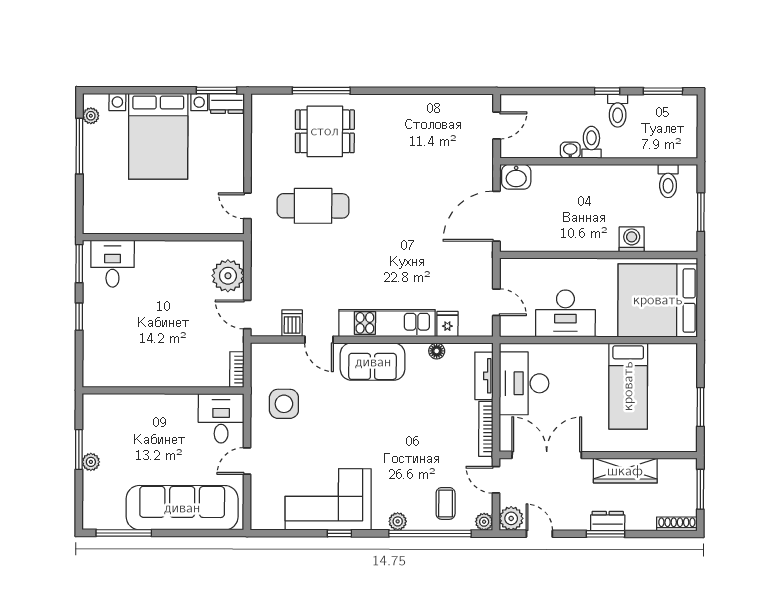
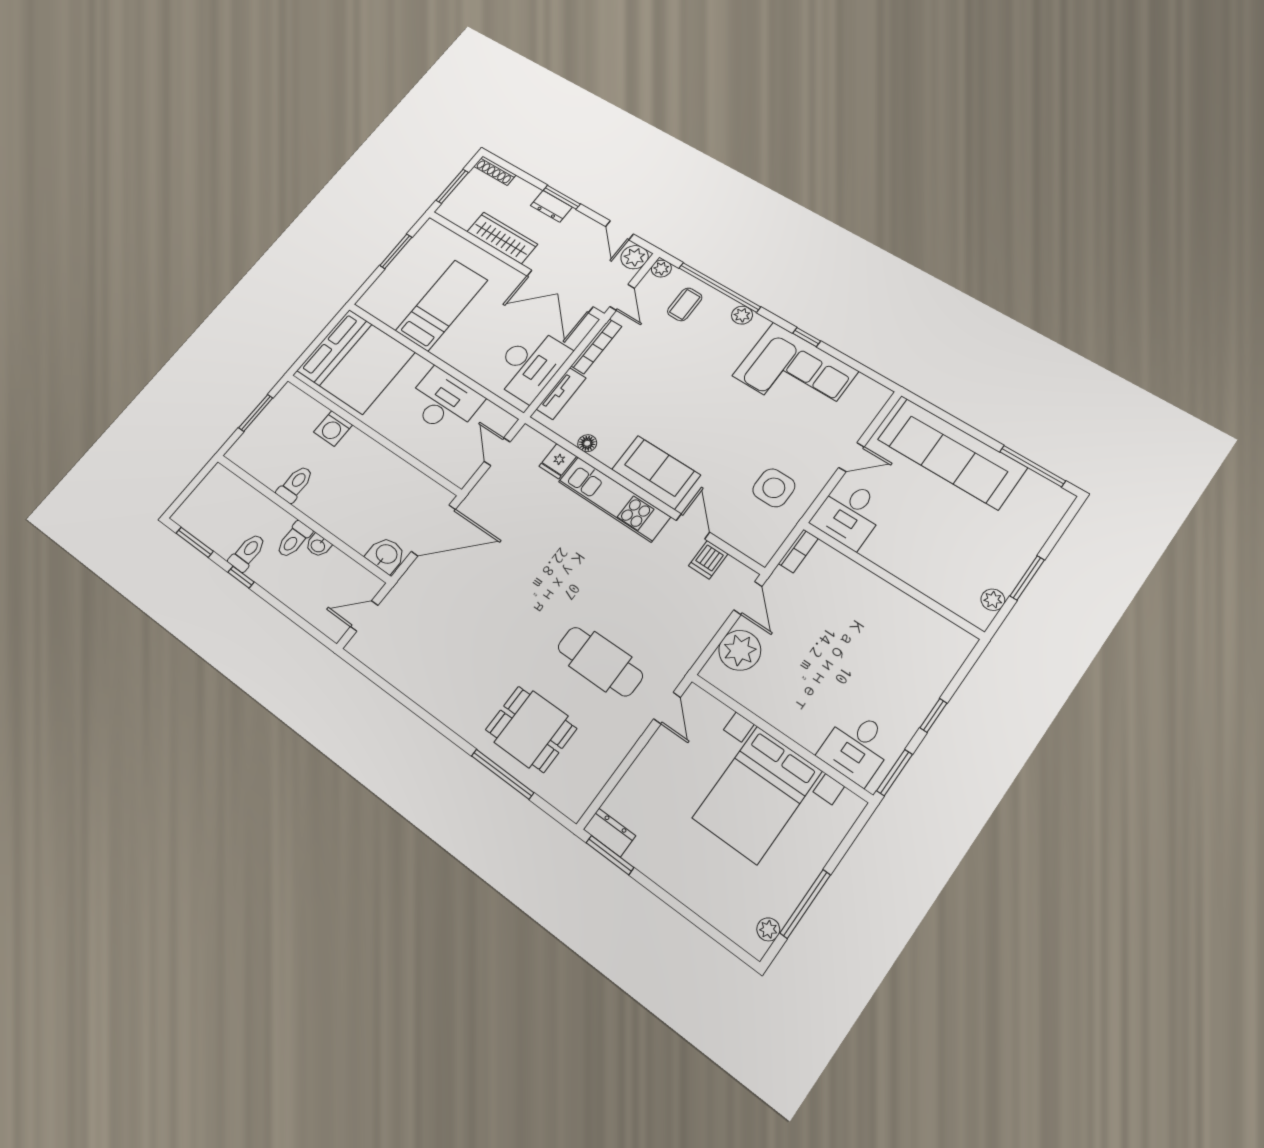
bed with nightstands: (158, 136) -> (757, 795), moved, turned 180
toilet: (668, 181) -> (295, 484), moved
plant: (91, 462) -> (993, 600), moved

